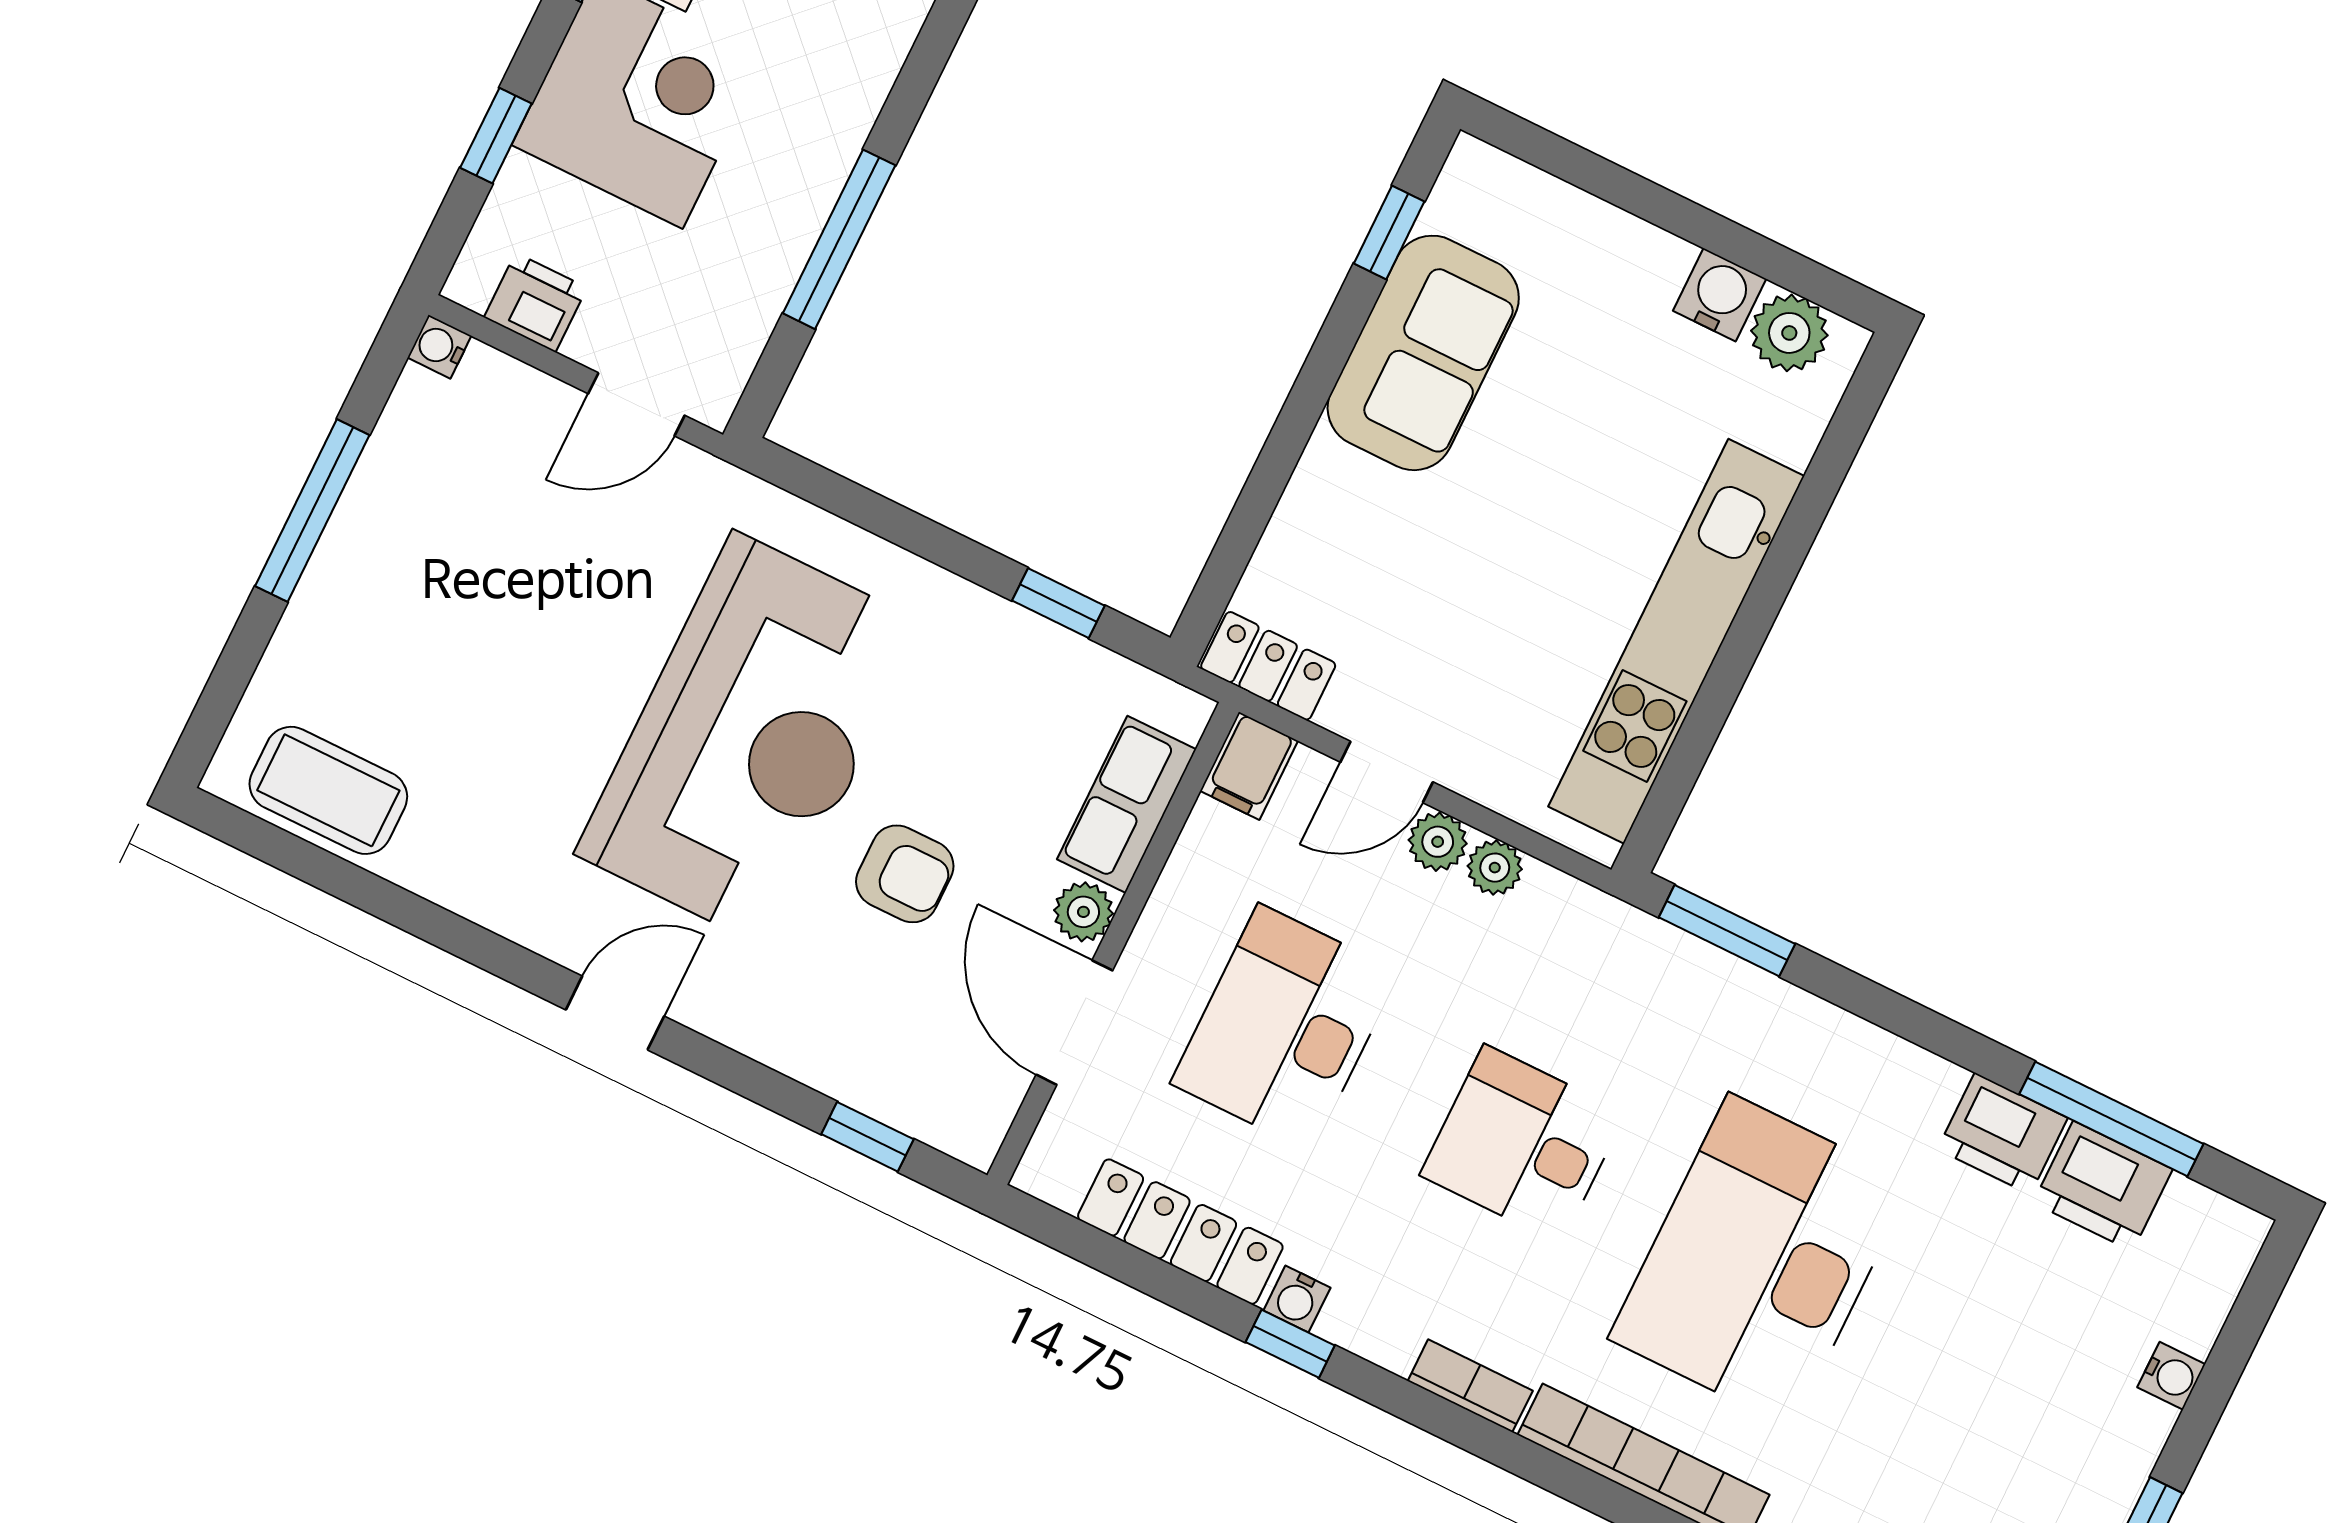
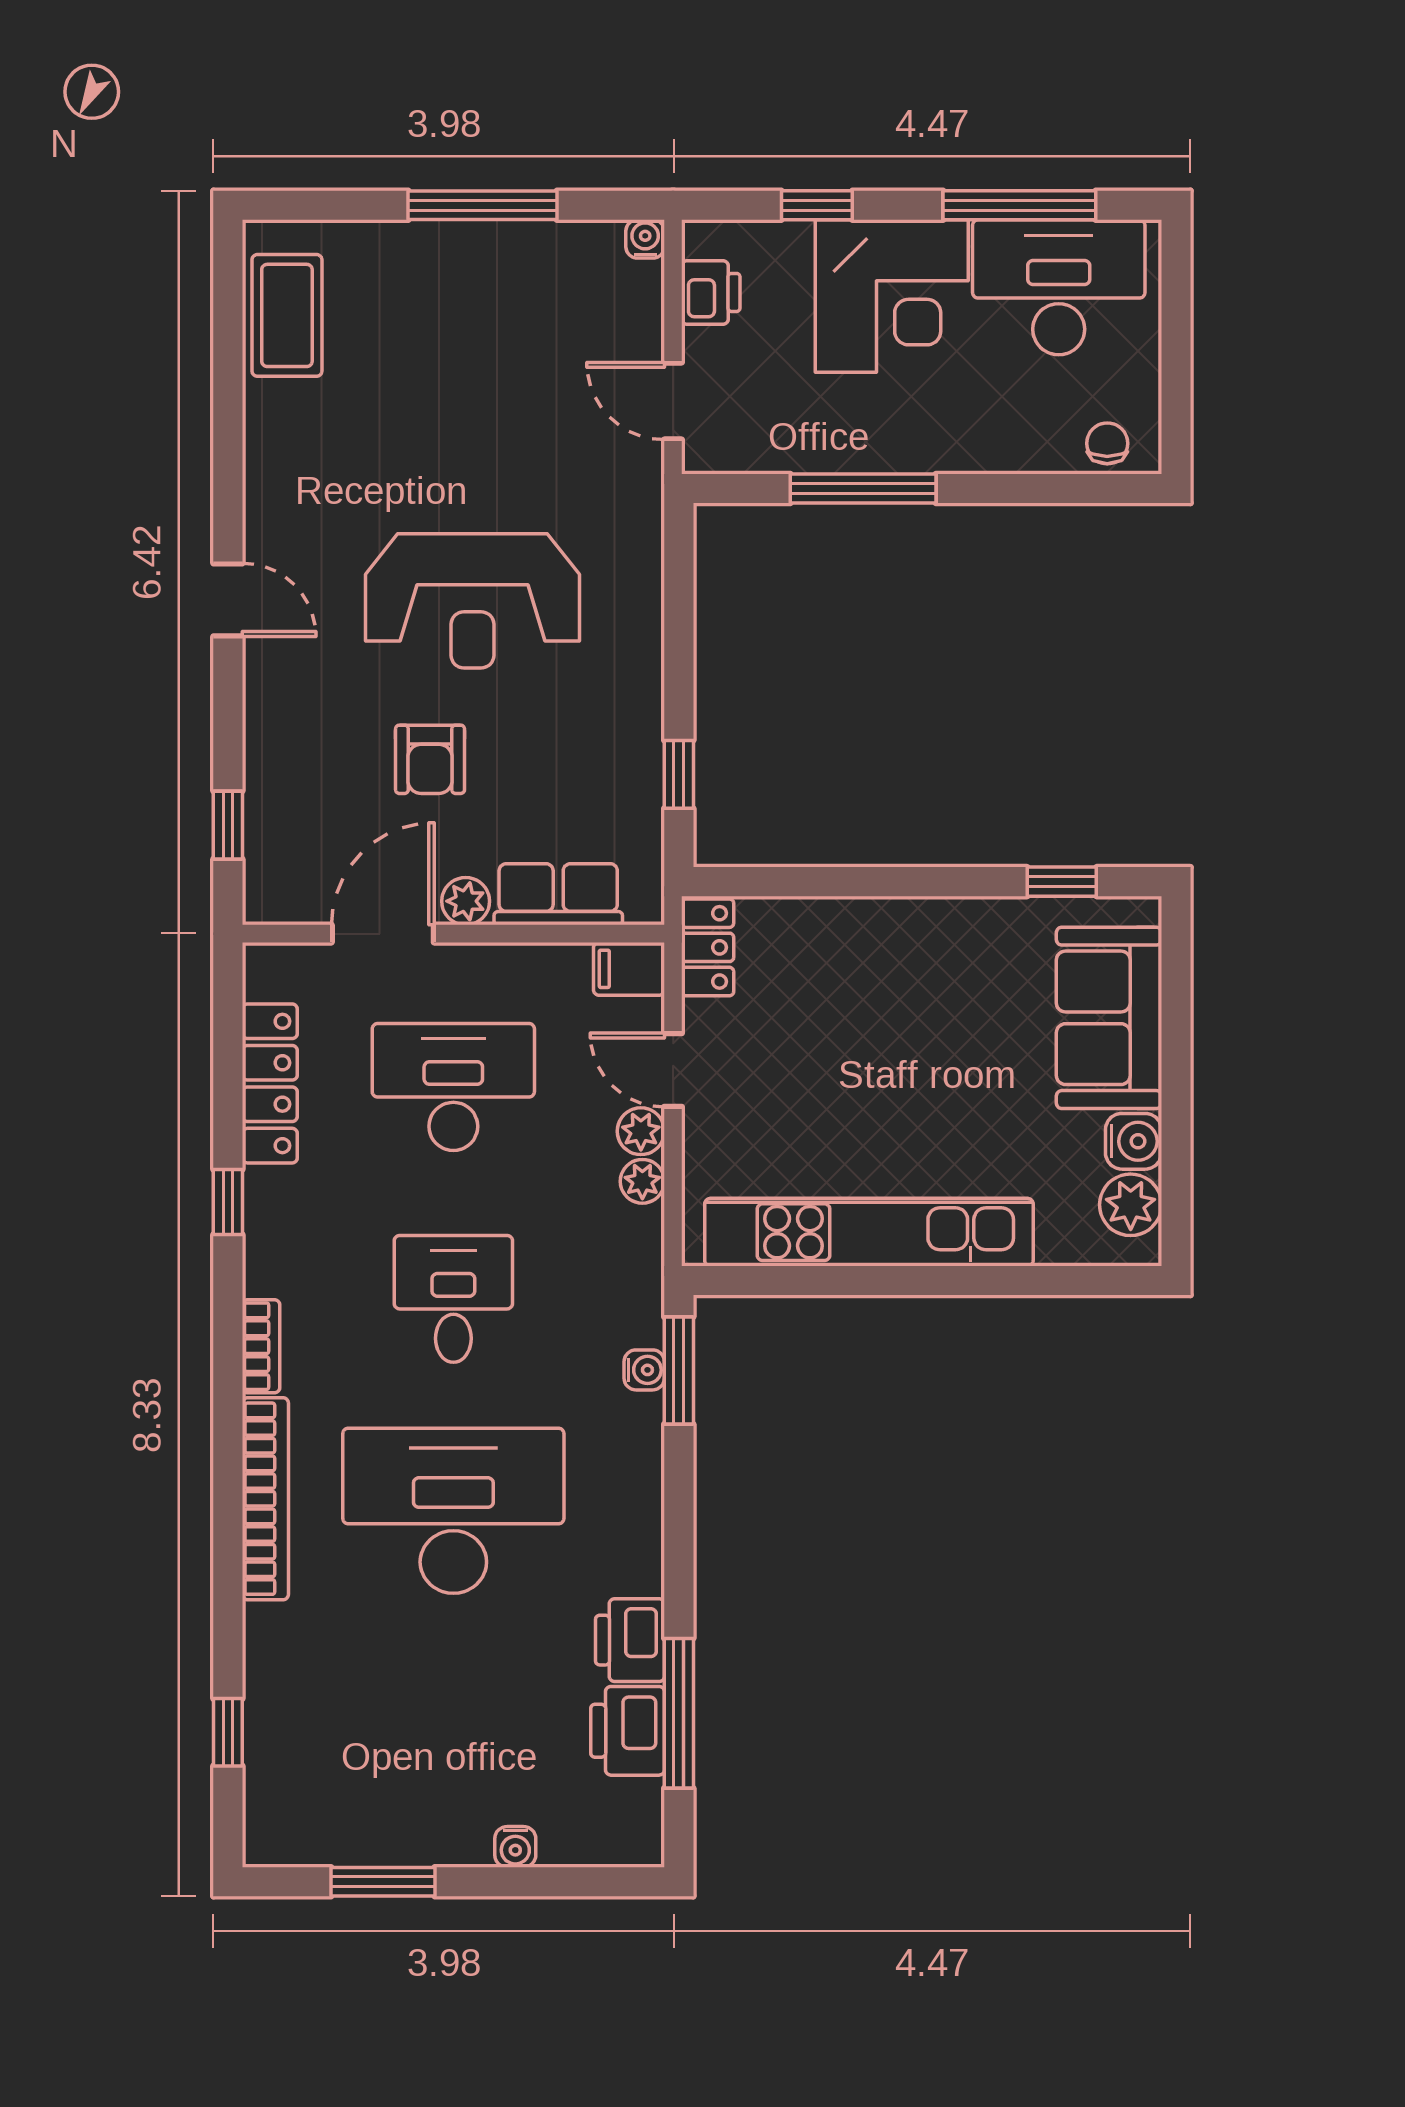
sofa: (1423, 353) -> (1109, 1018), moved, turned 90
reception desk: (750, 739) -> (472, 601), width x0.74, depth x0.77
water cooler: (1297, 1299) -> (644, 1370), moved, turned 180

